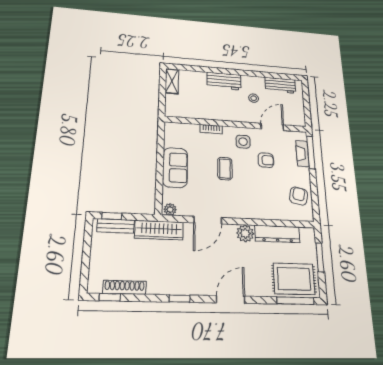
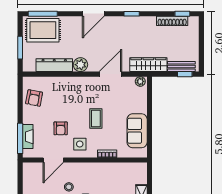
armchair: (266, 160) -> (61, 128), turned -90
sofa: (175, 168) -> (137, 131), moved

